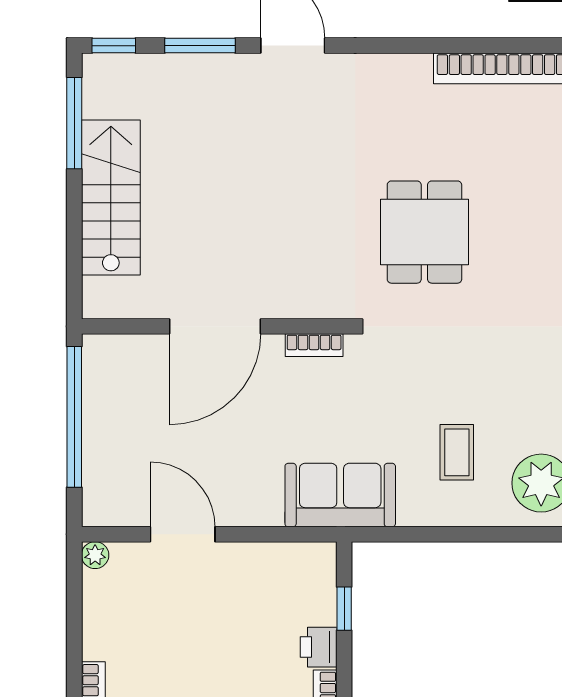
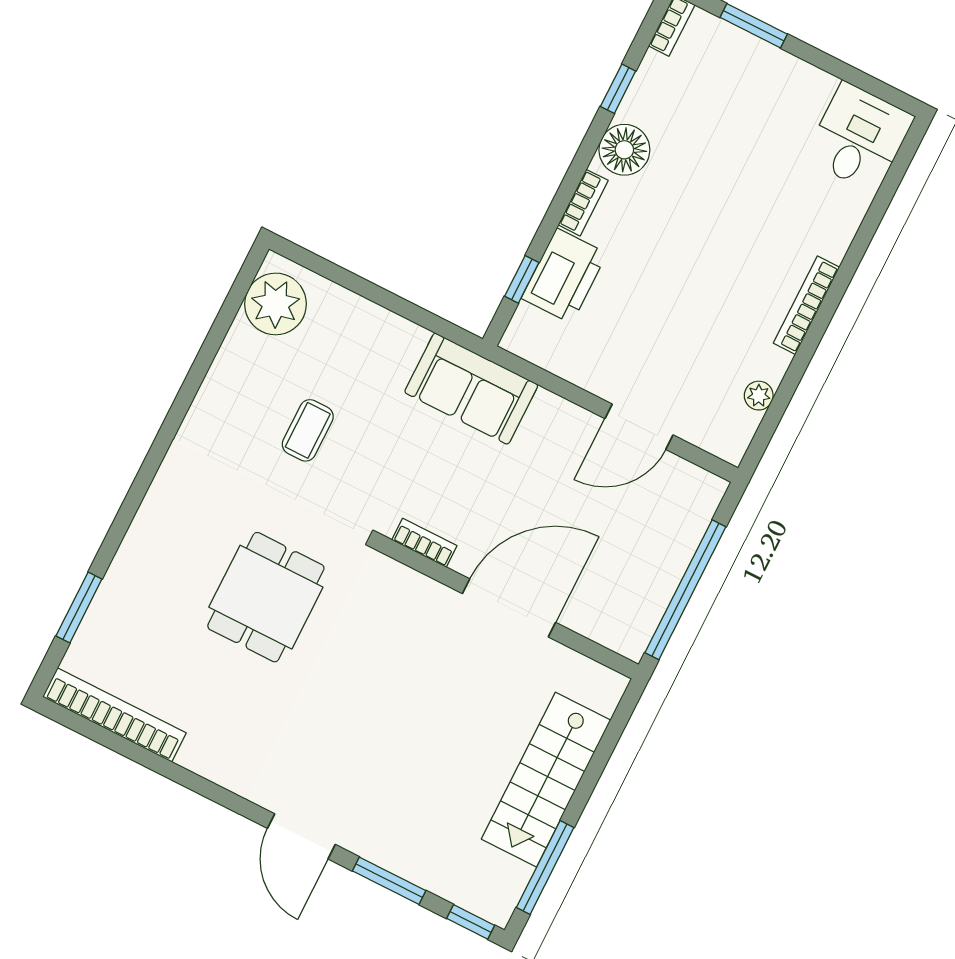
coffee table: (457, 452) -> (308, 430), moved
door: (183, 534) -> (639, 427), hinge flipped
plant: (95, 555) -> (759, 396), moved
printer: (319, 647) -> (564, 276), width x1.87, depth x1.48

